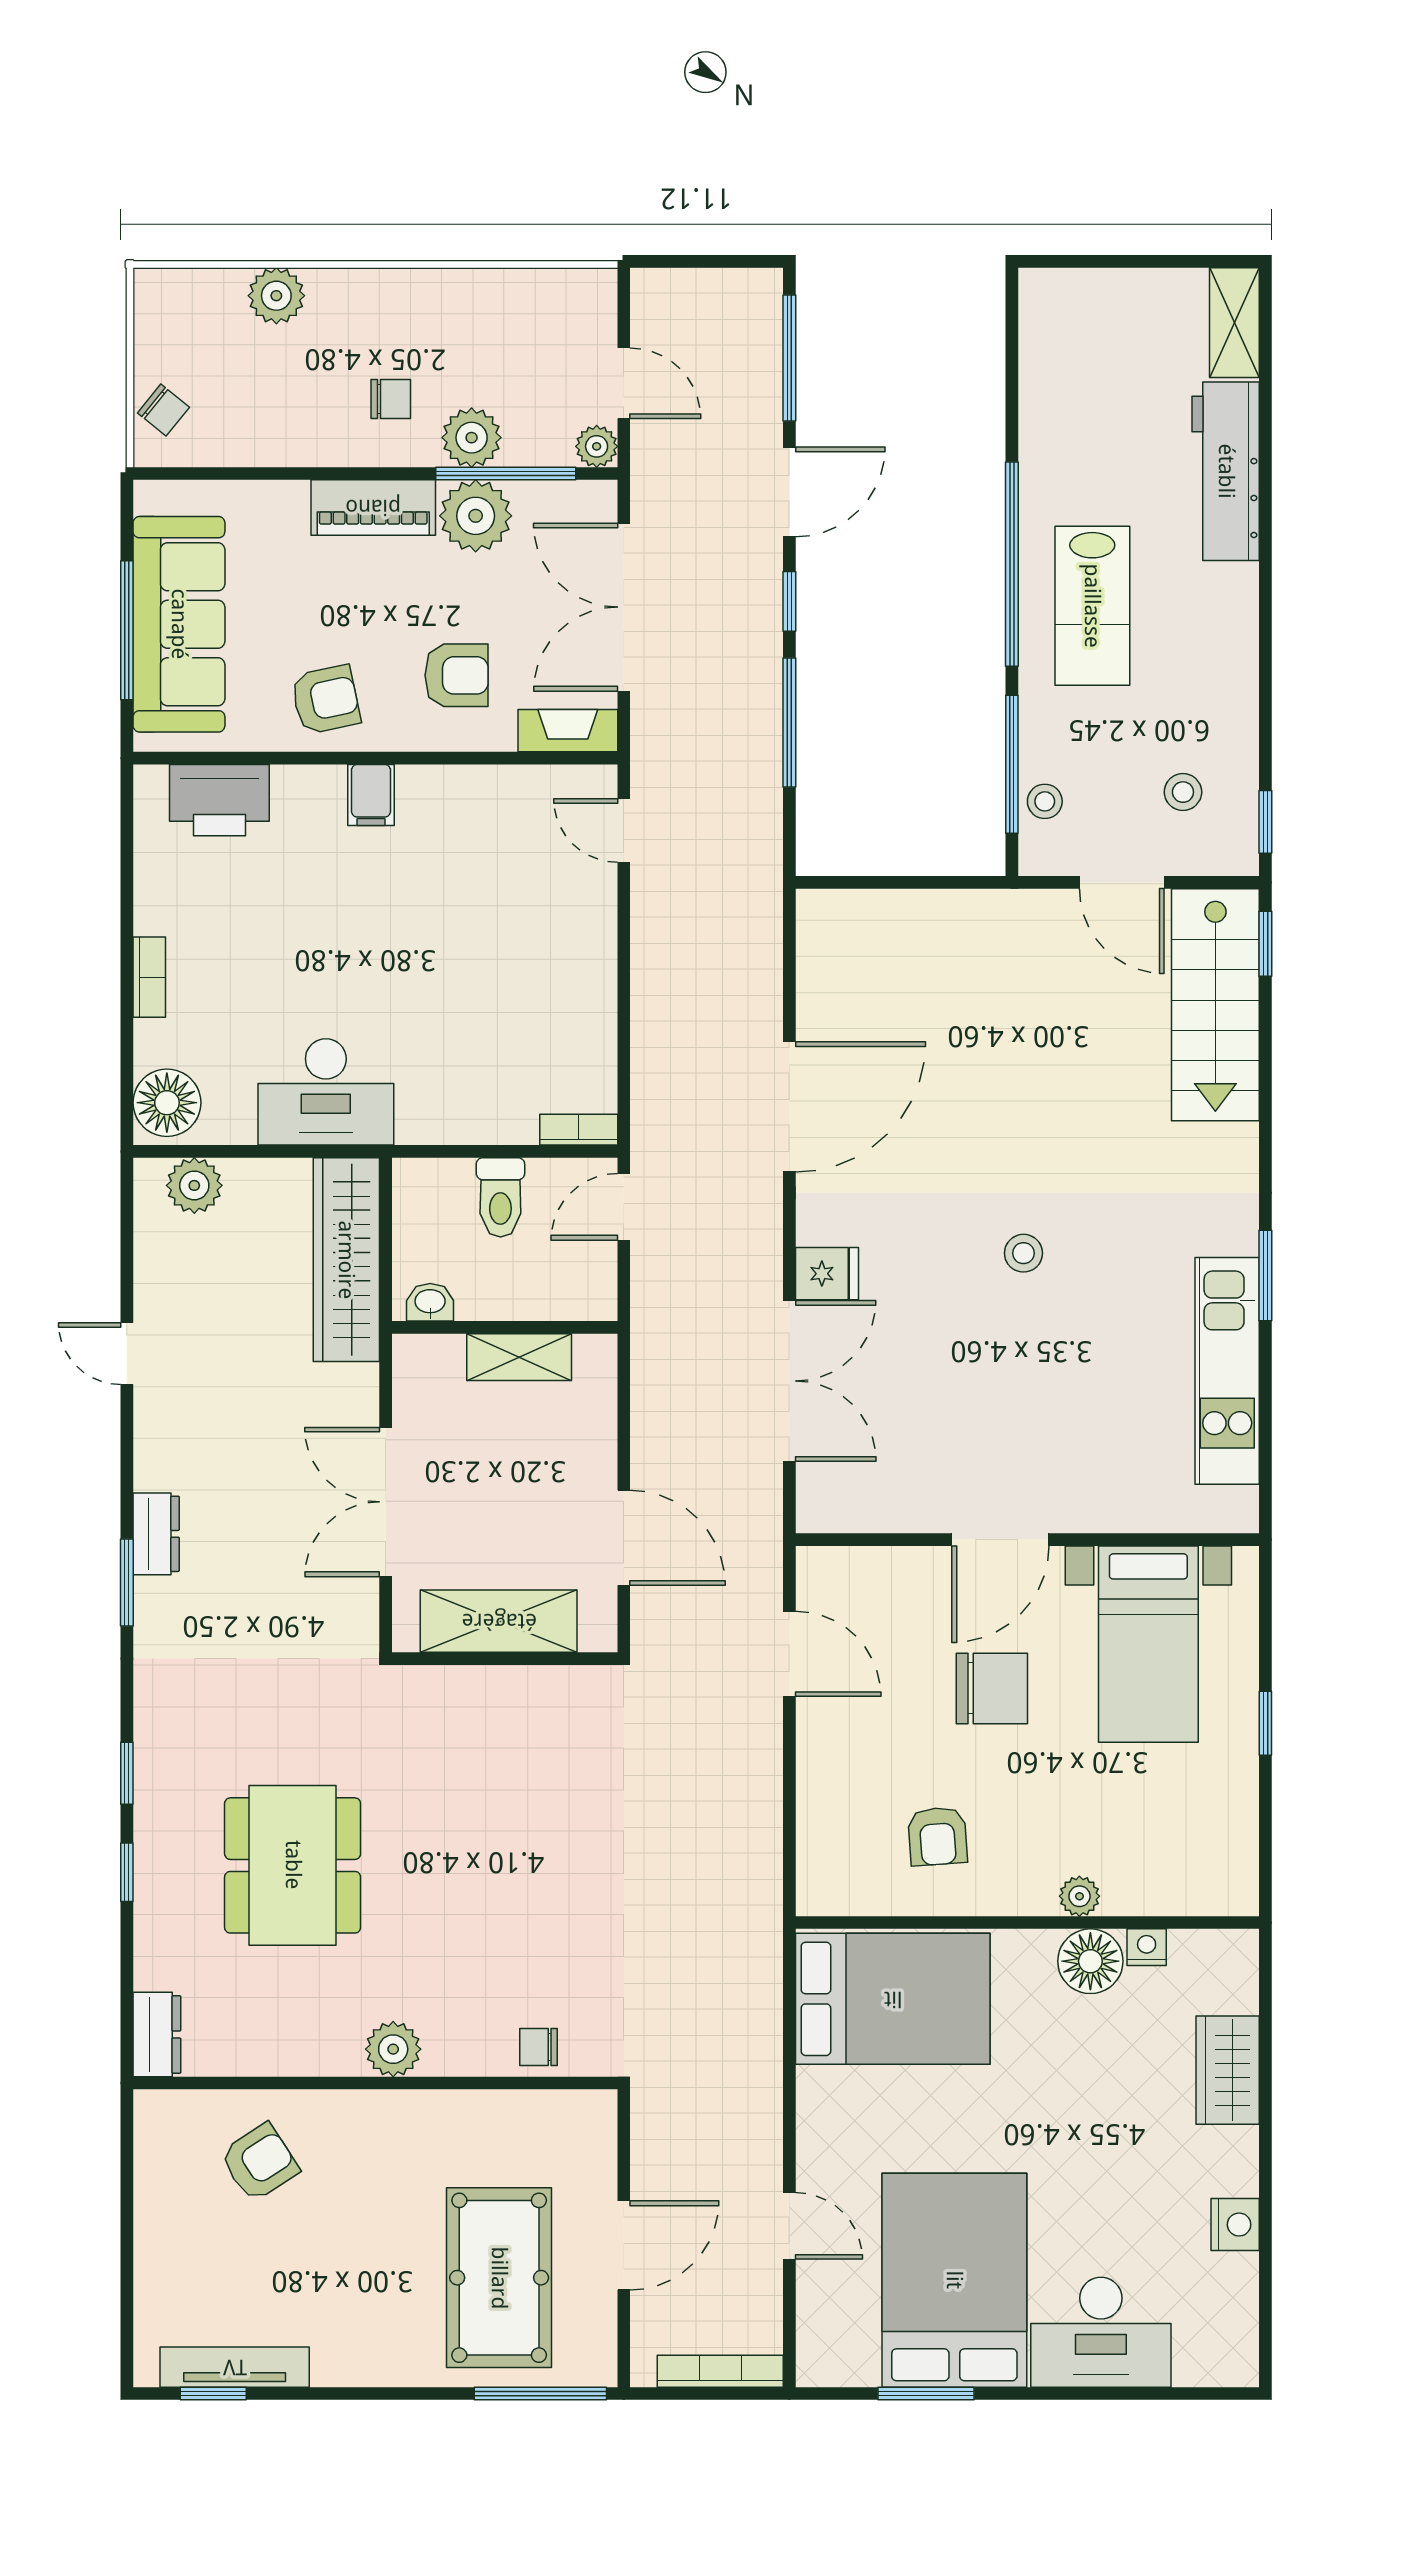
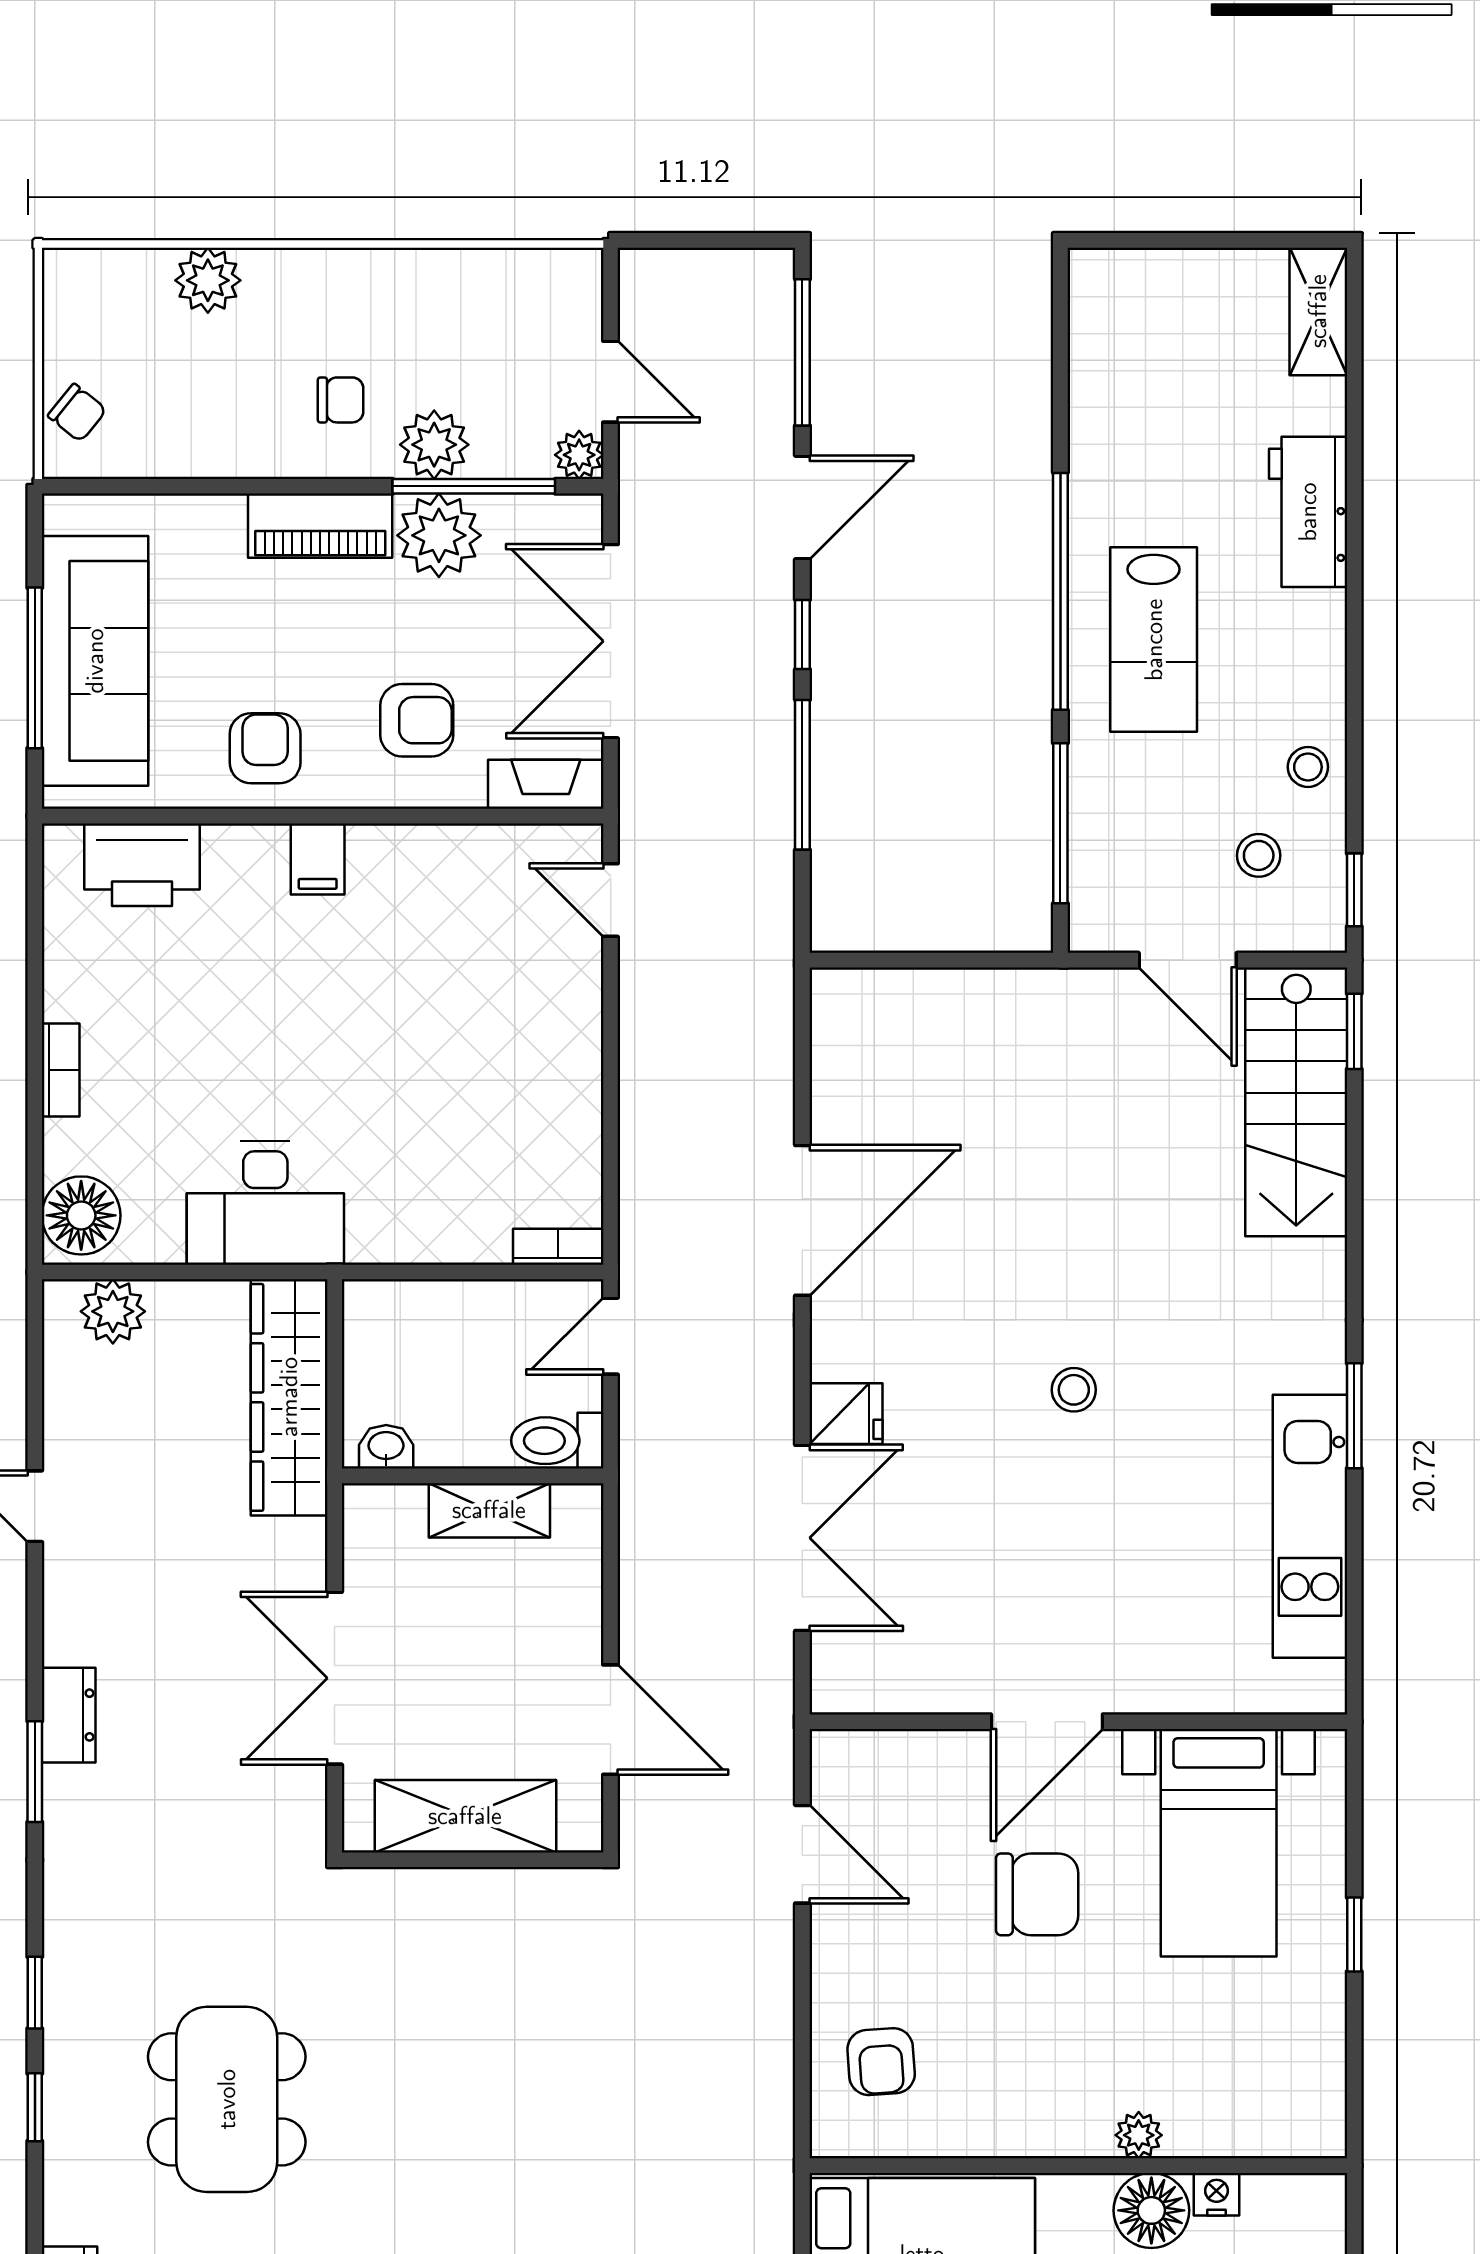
workbench: (1226, 471) -> (1308, 512), width x0.73
armchair: (326, 700) -> (265, 748), turned -78
stool: (1045, 801) -> (1308, 767), moved
toilet: (500, 1197) -> (557, 1441), moved, turned 90
armchair: (937, 1836) -> (881, 2062), moved

